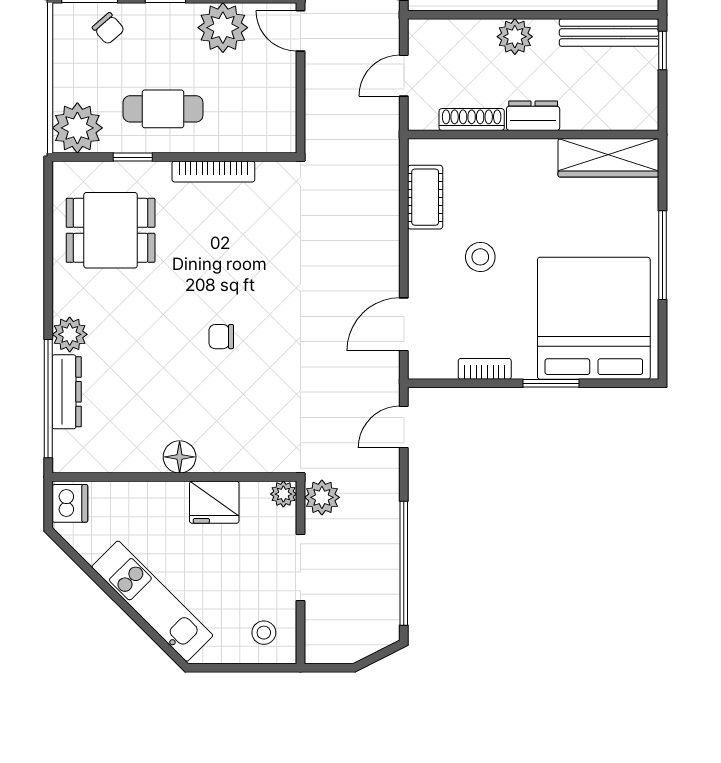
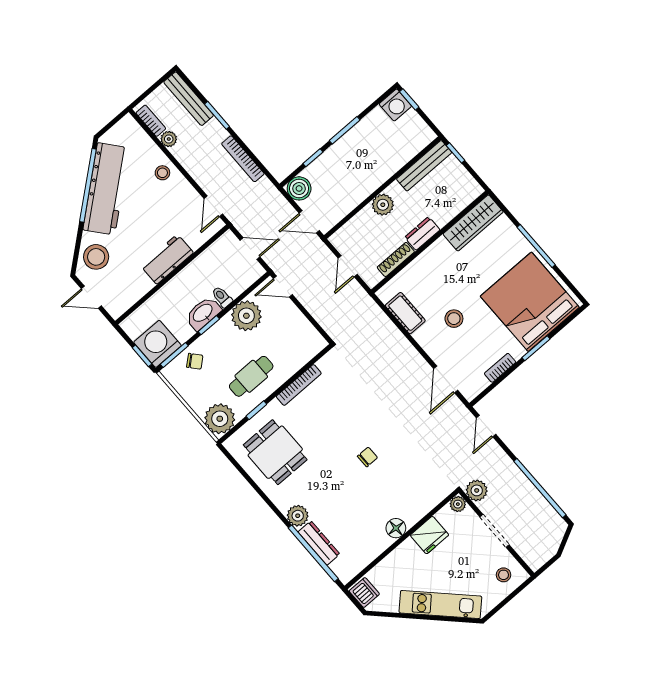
dining table: (111, 230) -> (275, 452), turned 90
chair: (221, 337) -> (367, 457), turned 180

